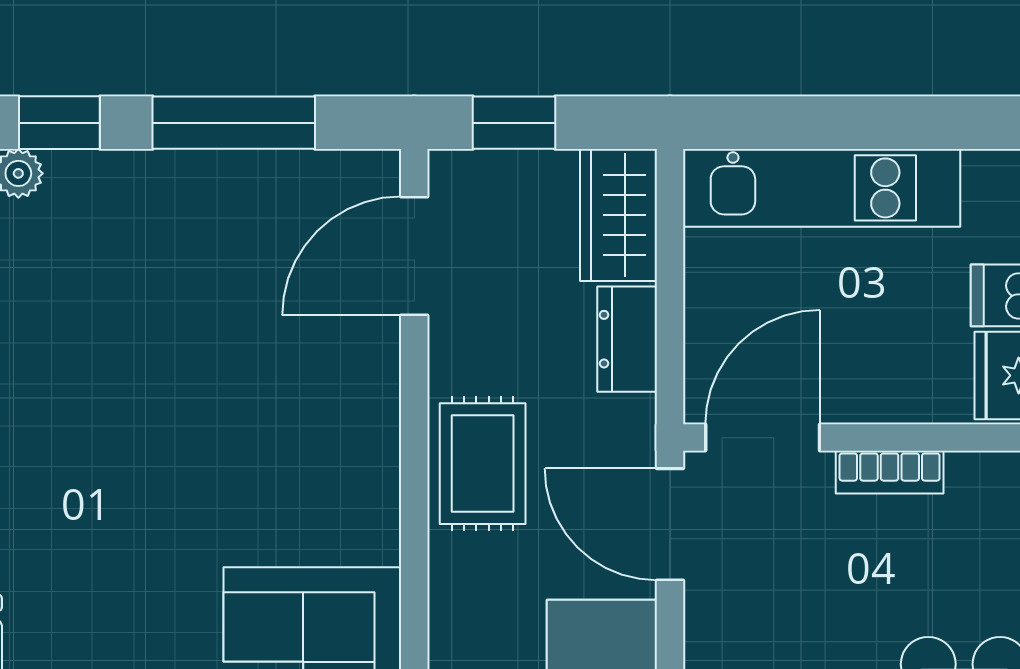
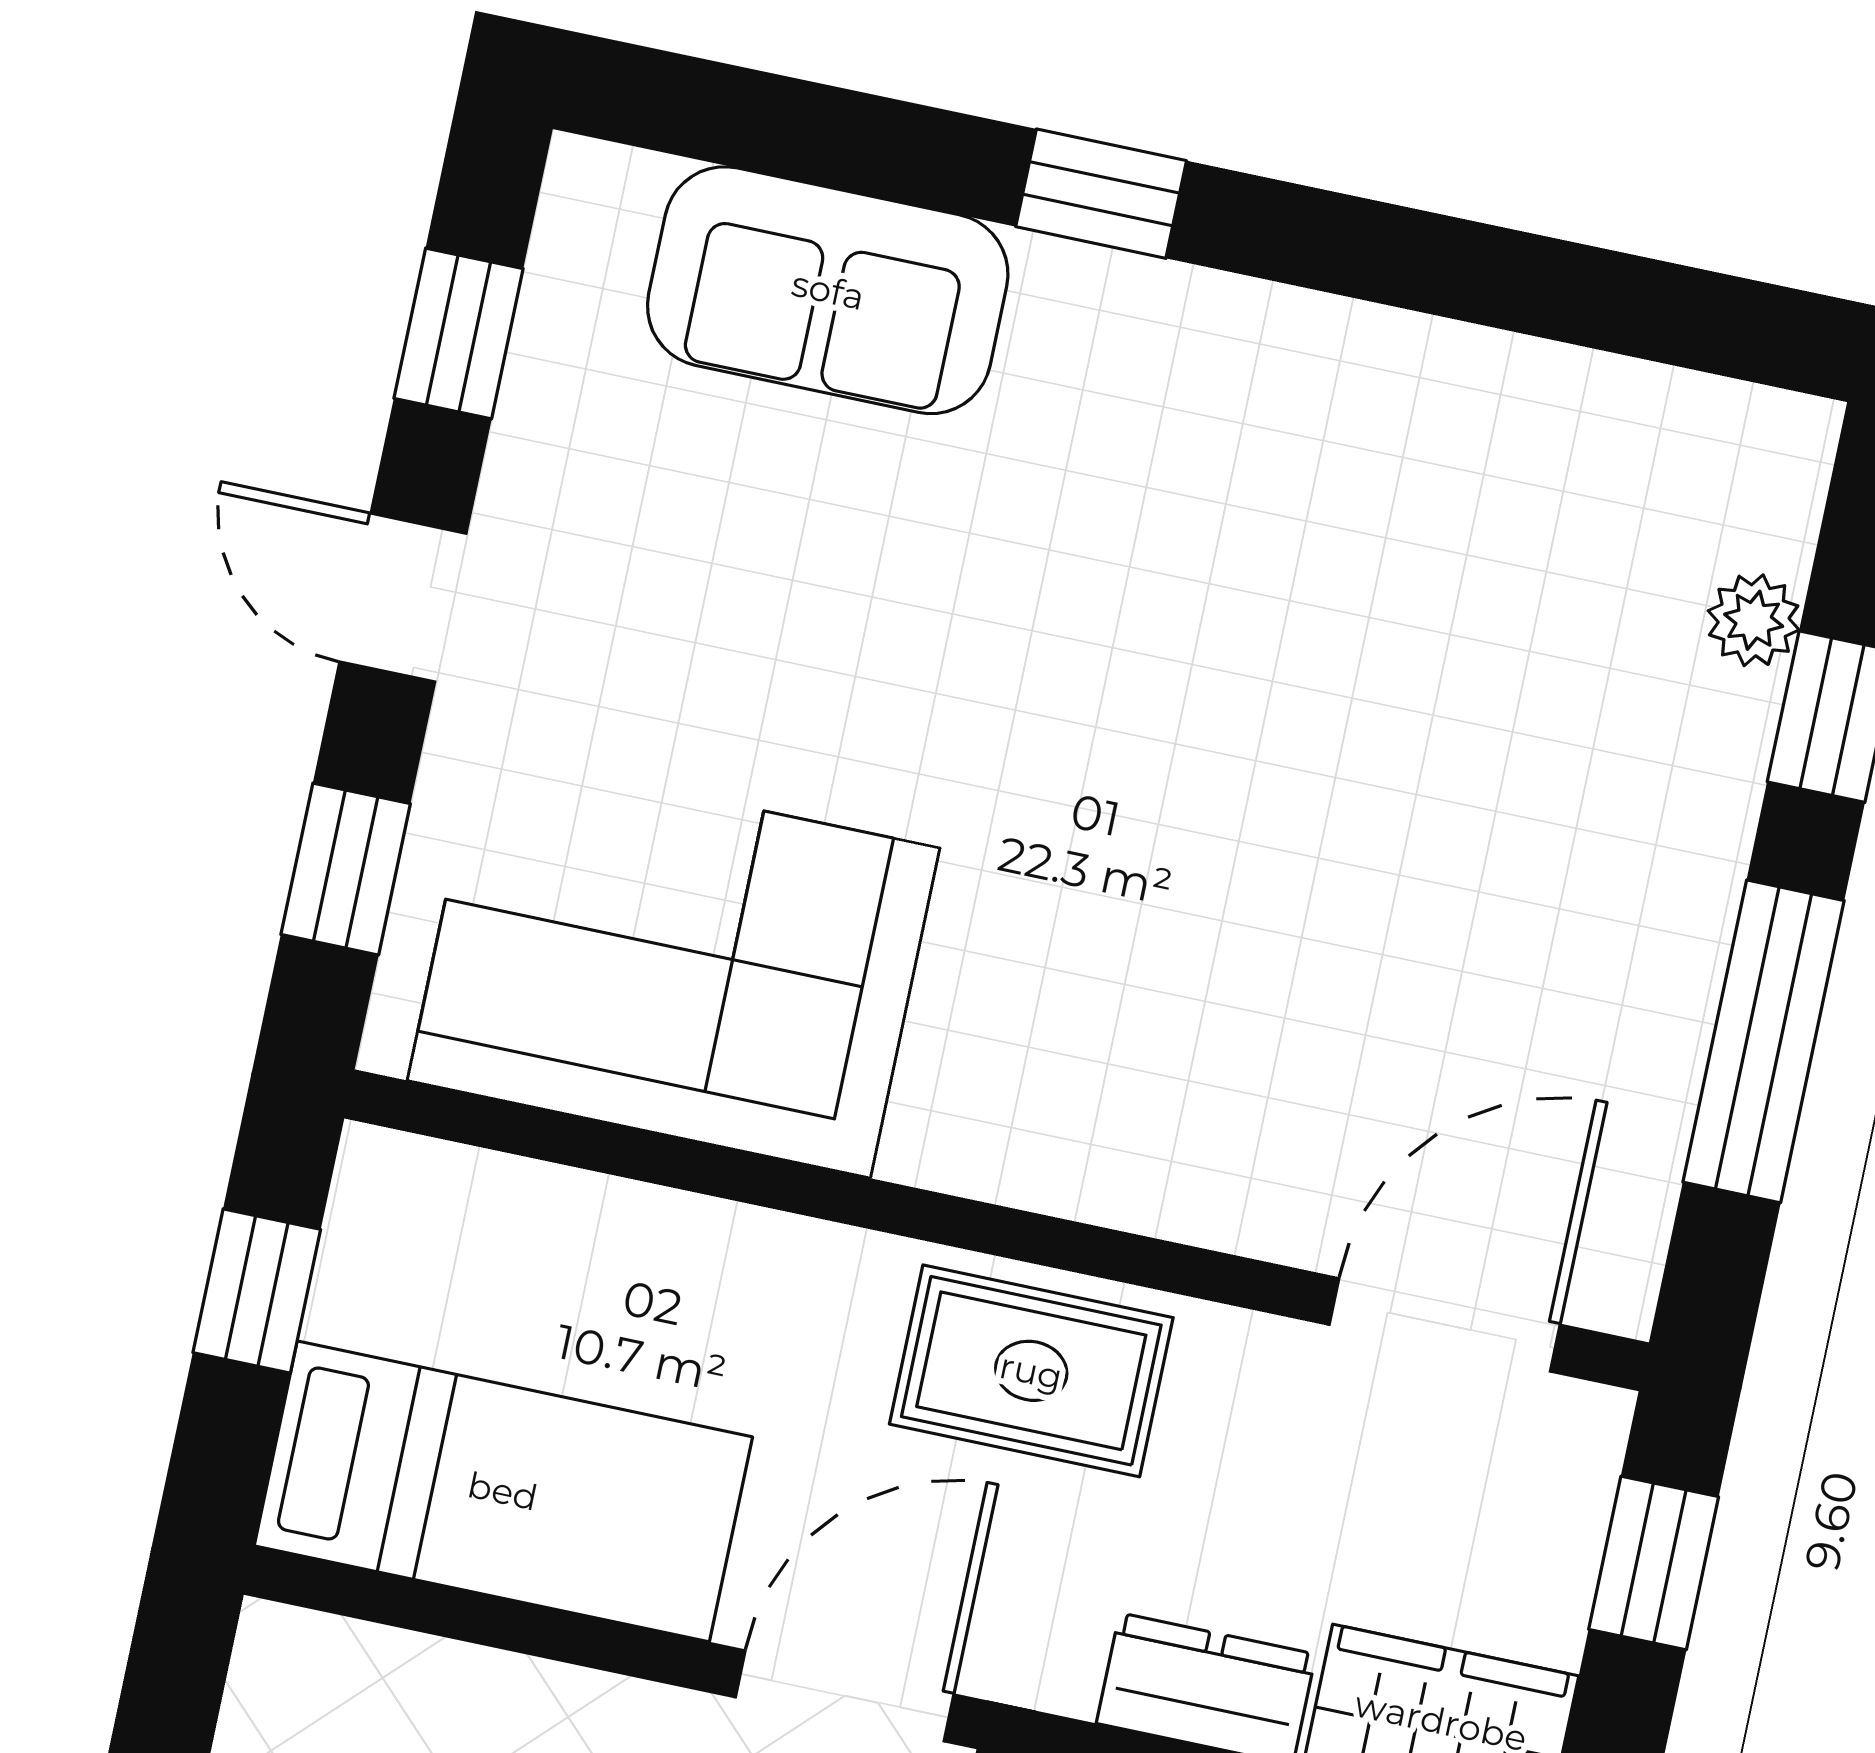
door: (414, 256) -> (1445, 1325), hinge flipped

